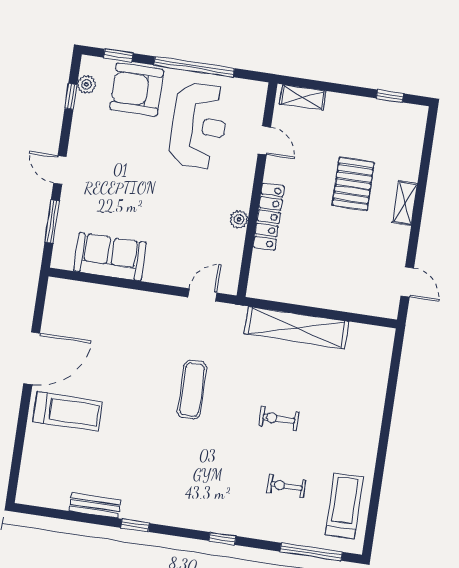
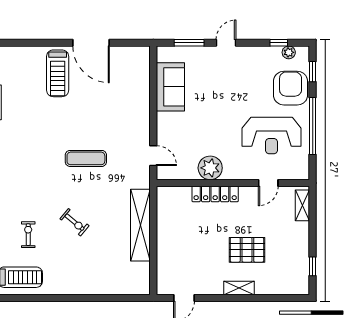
plant: (239, 219) -> (210, 168), width x1.88, depth x1.88
exercise bike: (279, 419) -> (75, 222), turned 130

